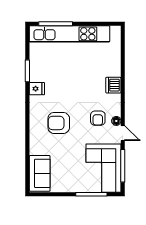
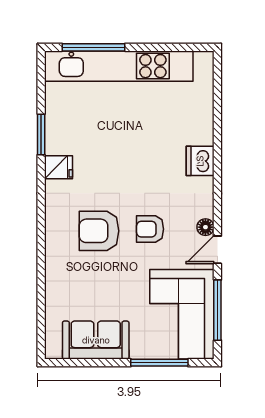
armchair: (98, 118) -> (150, 229), moved, turned 90
door: (123, 133) -> (217, 250), swing flipped
sofa: (40, 173) -> (96, 340), moved, turned -90

